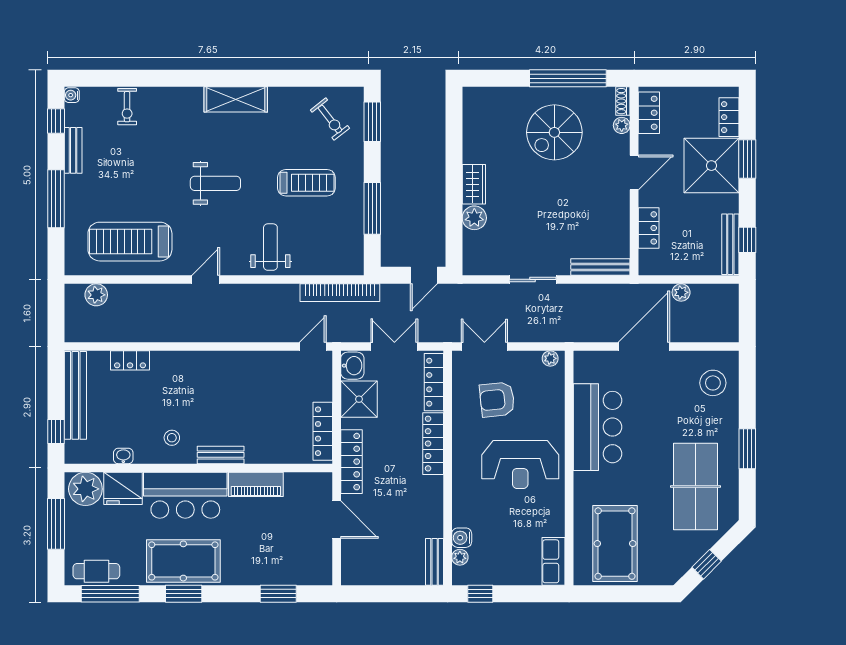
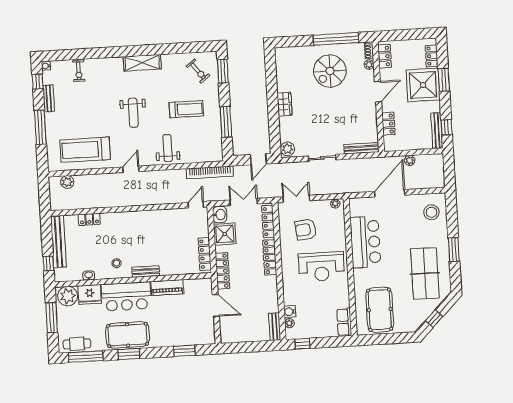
weight bench: (215, 183) -> (133, 113), turned 90
plant: (474, 218) -> (287, 149), moved

